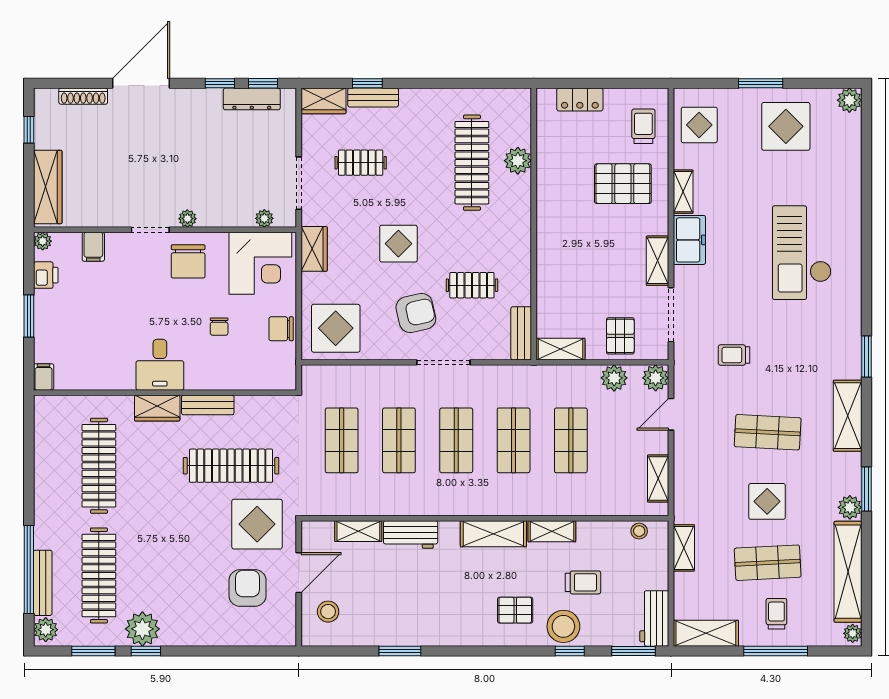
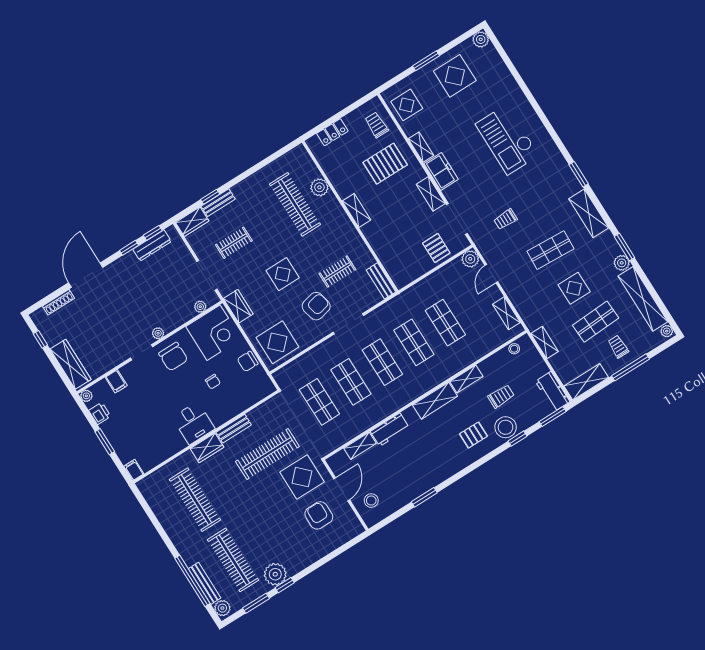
shelving: (560, 349) -> (356, 210), moved, turned 90
plant: (614, 378) -> (447, 273), removed

